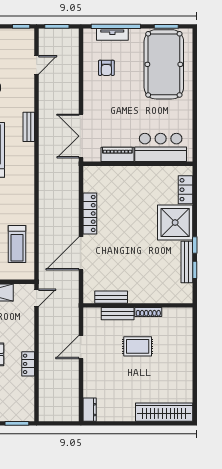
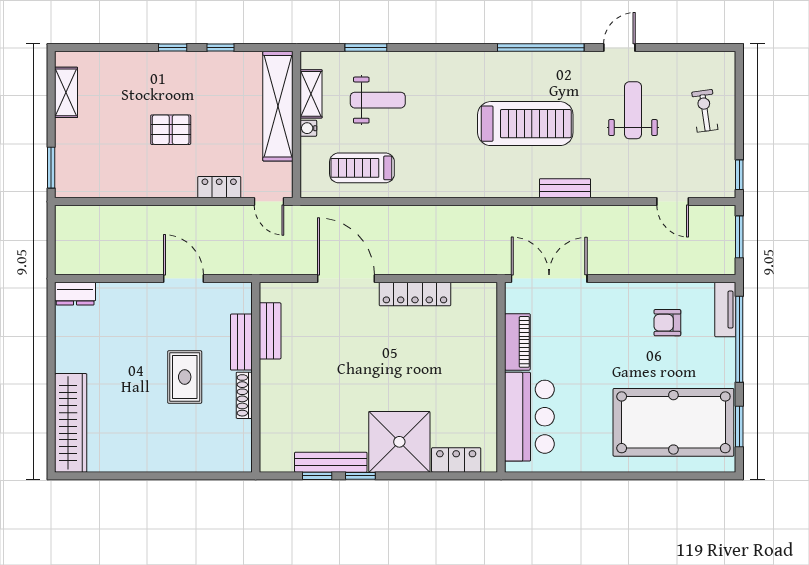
tv unit: (112, 34) -> (725, 310), moved
locker: (28, 364) -> (219, 187), moved

